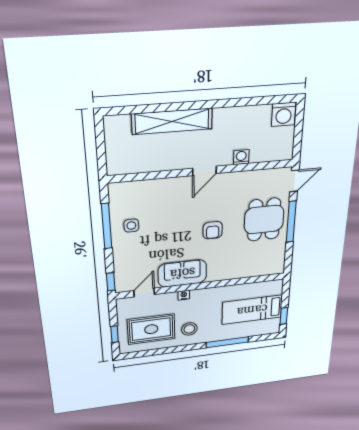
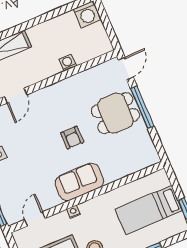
door: (204, 171) -> (16, 96), moved
dining table: (264, 220) -> (115, 113), turned 90
sofa: (182, 273) -> (79, 182), moved

